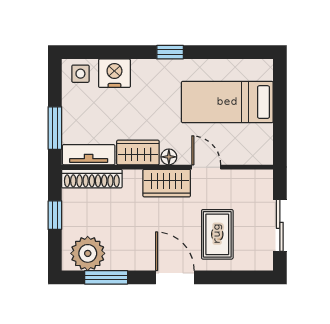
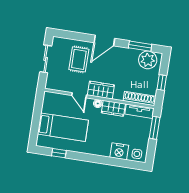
window: (170, 52) -> (59, 153), moved
door: (175, 277) -> (104, 40), hinge flipped

